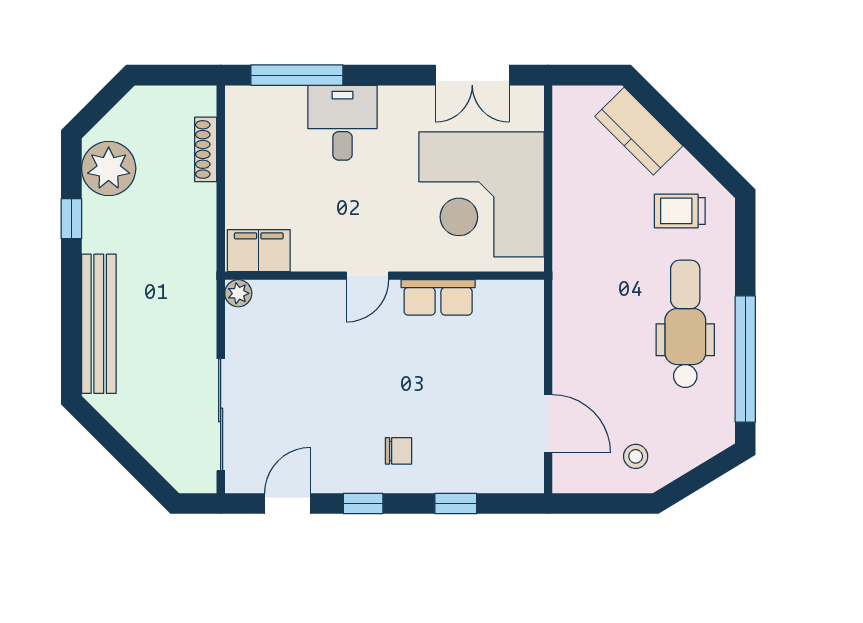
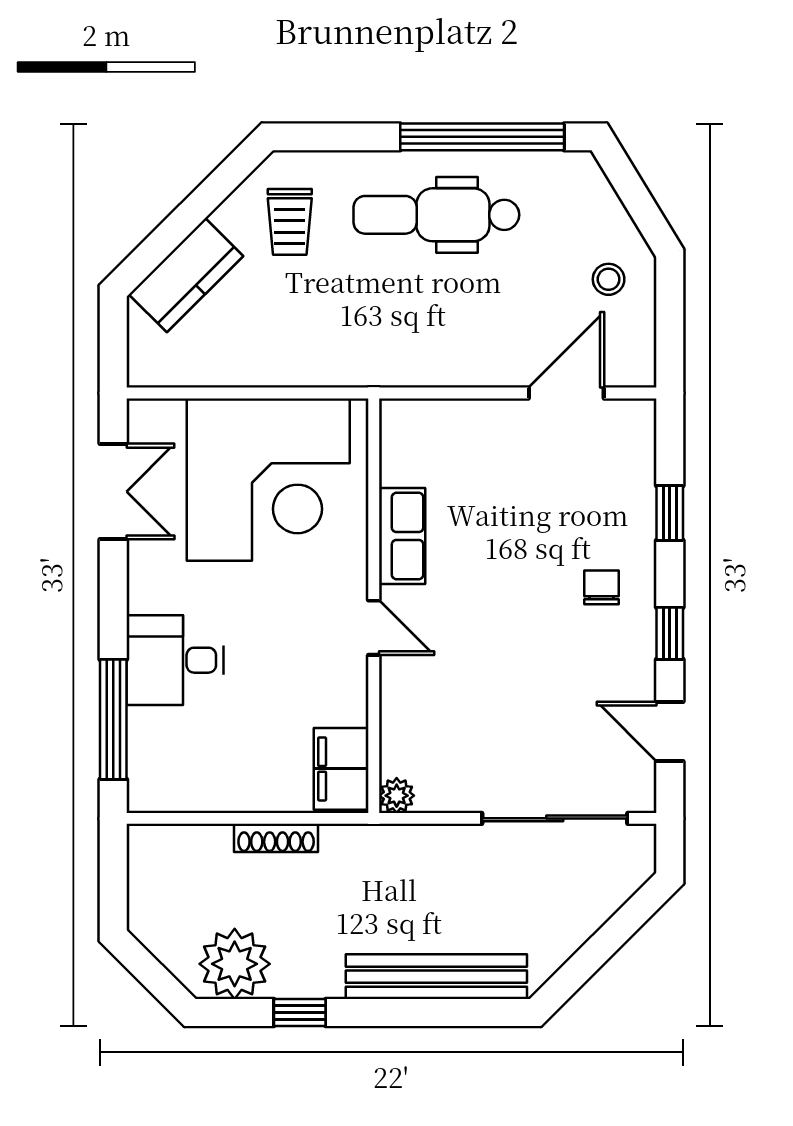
shoe rack: (206, 149) -> (276, 838), moved

